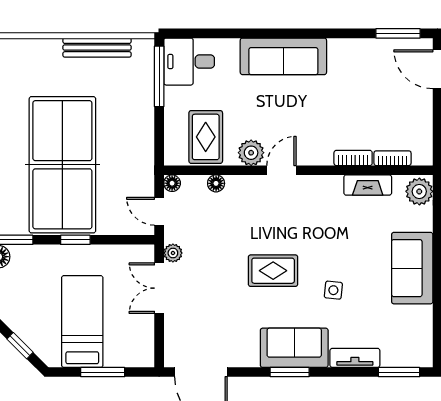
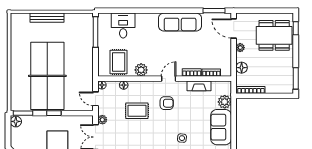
bench: (97, 48) -> (47, 18), moved
sofa: (283, 56) -> (180, 22), moved
desk: (189, 62) -> (123, 26), moved, turned 90
door: (281, 170) -> (169, 79), moved
plant: (419, 191) -> (225, 102), moved
armchair: (303, 220) -> (167, 103), added
rug: (273, 271) -> (137, 111), moved

